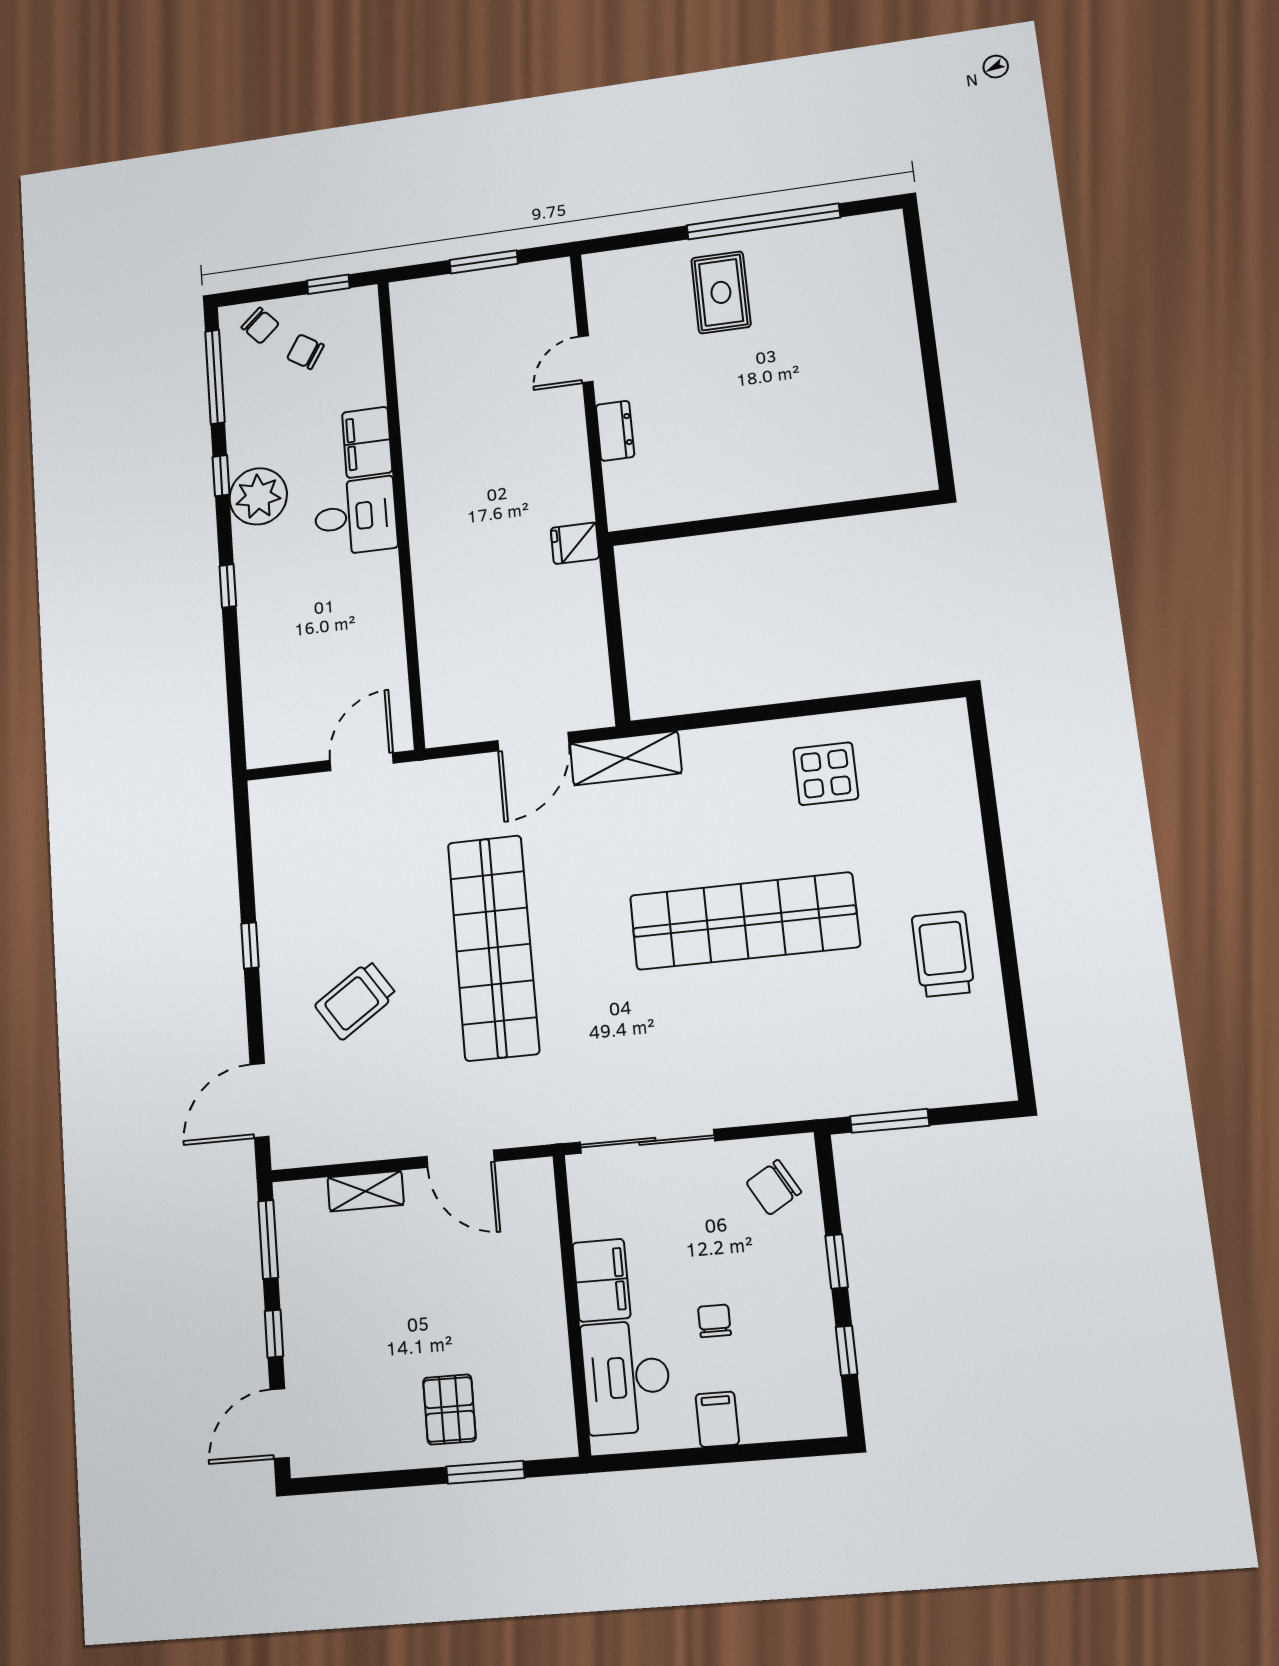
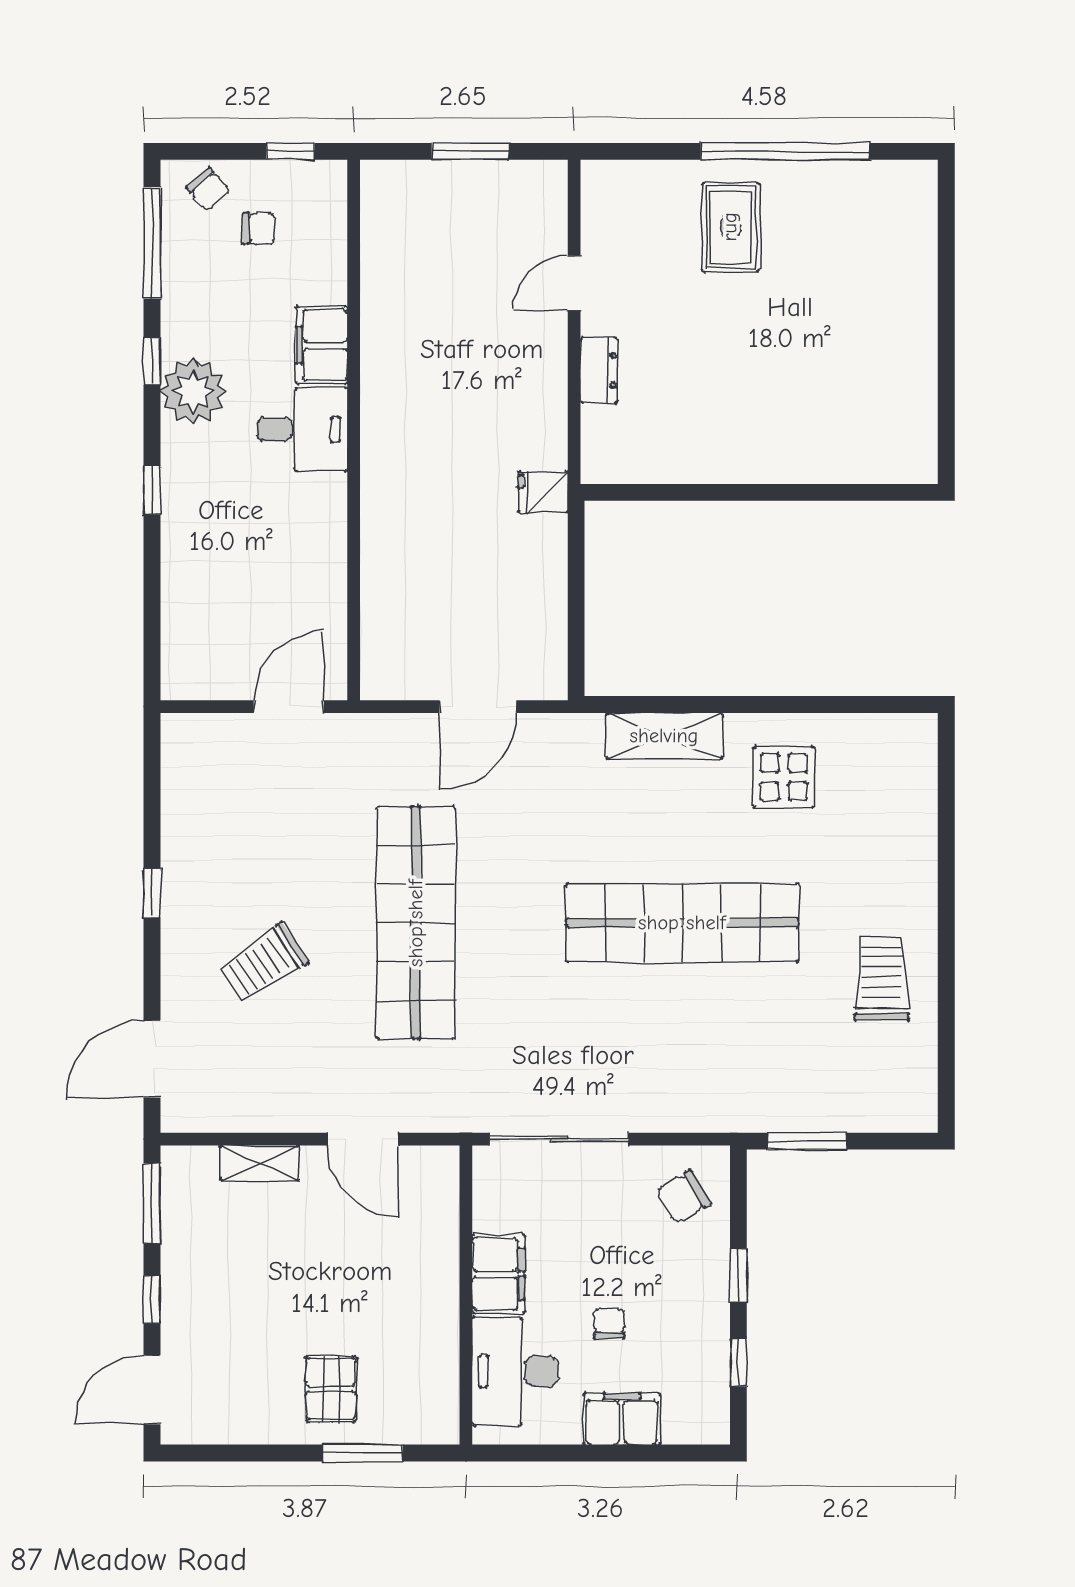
chair: (305, 352) -> (259, 228), turned 148
shelving: (626, 758) -> (664, 736), moved
filing cabinet: (717, 1419) -> (622, 1419), width x2.00

